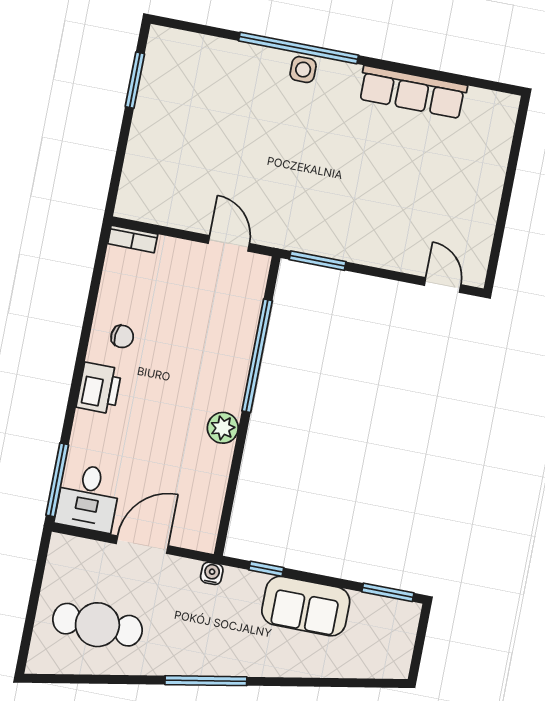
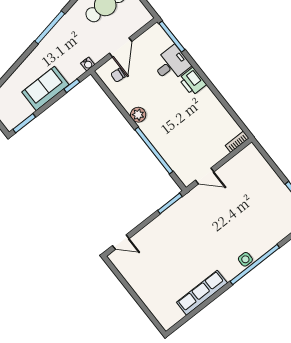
chair: (122, 336) -> (118, 75), moved
desk: (88, 498) -> (171, 64), moved, turned 90

